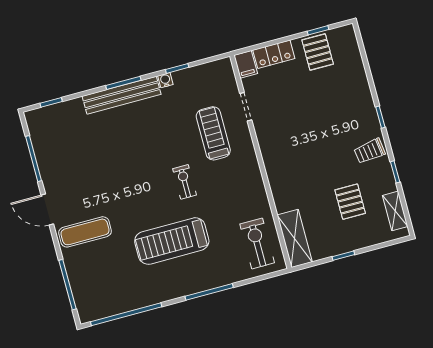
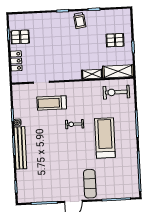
filing cabinet: (246, 64) -> (18, 77), removed
pallet: (350, 202) -> (115, 40), moved
shelving: (395, 211) -> (92, 74), moved
treadmill: (172, 241) -> (105, 138), turned 180

